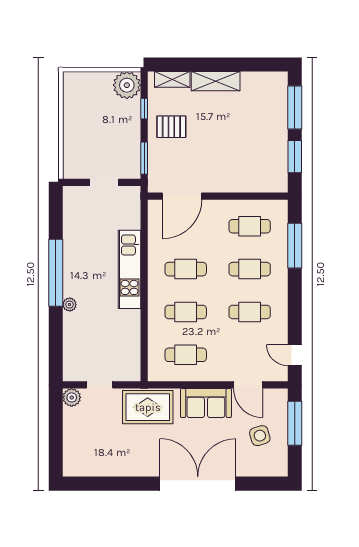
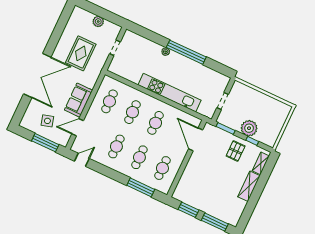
plant: (127, 85) -> (249, 128), moved
kitchen unit: (129, 269) -> (169, 93), width x1.36
plant: (72, 397) -> (98, 21), moved
rug: (148, 407) -> (81, 53), moved

